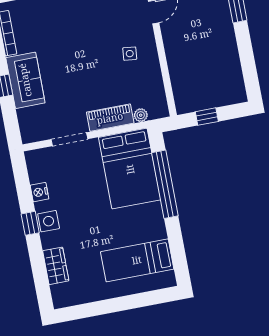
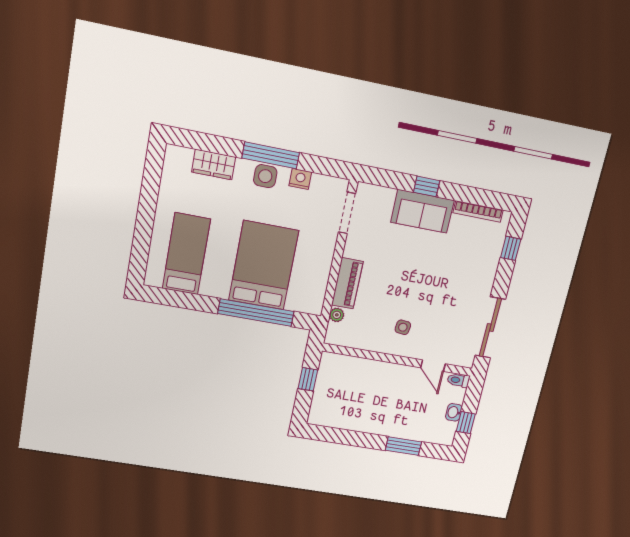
doorway: (69, 139) -> (347, 213), moved
bed: (130, 169) -> (264, 265), moved, turned 90
window: (30, 223) -> (271, 155), width x2.17

